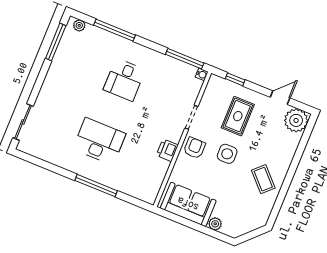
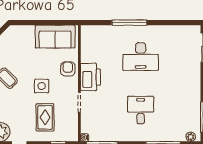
armchair: (194, 148) -> (68, 69), moved, turned 180
printer: (167, 150) -> (90, 77), width x1.87, depth x1.48
plant: (215, 224) -> (29, 30), removed

